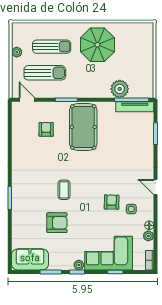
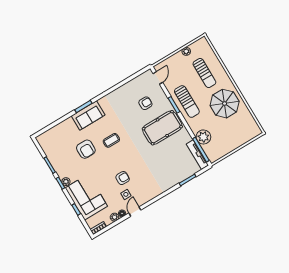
sun lounger: (45, 73) -> (187, 101), moved
door: (155, 187) -> (135, 212), moved
sofa: (30, 259) -> (88, 115), moved, turned 90

